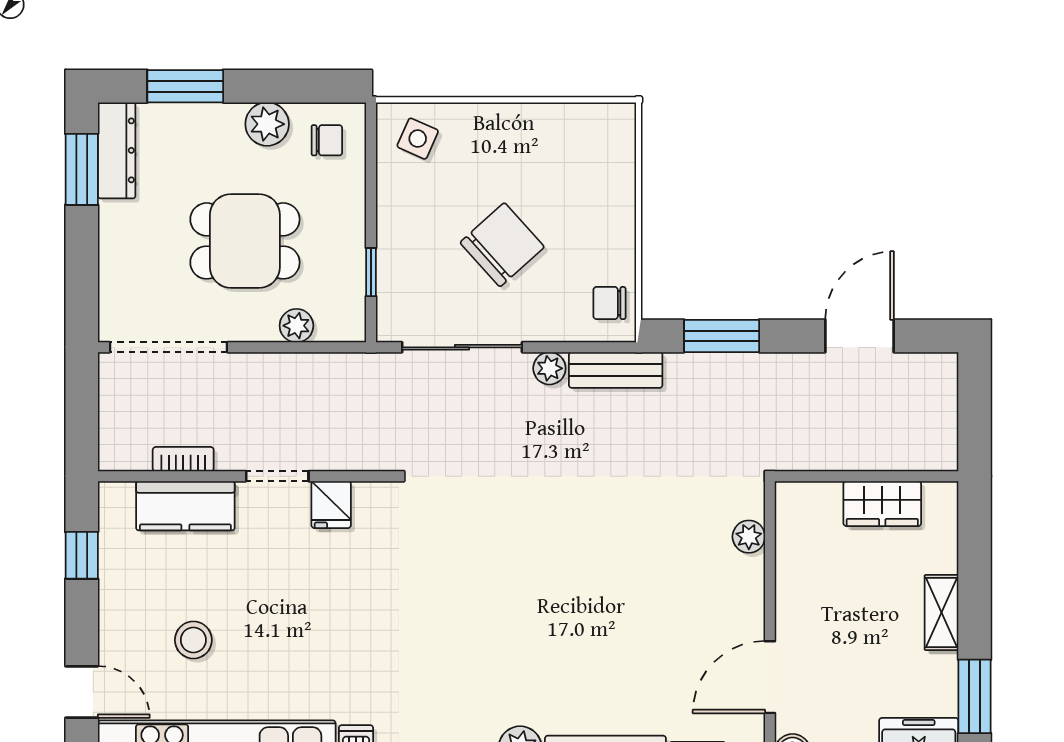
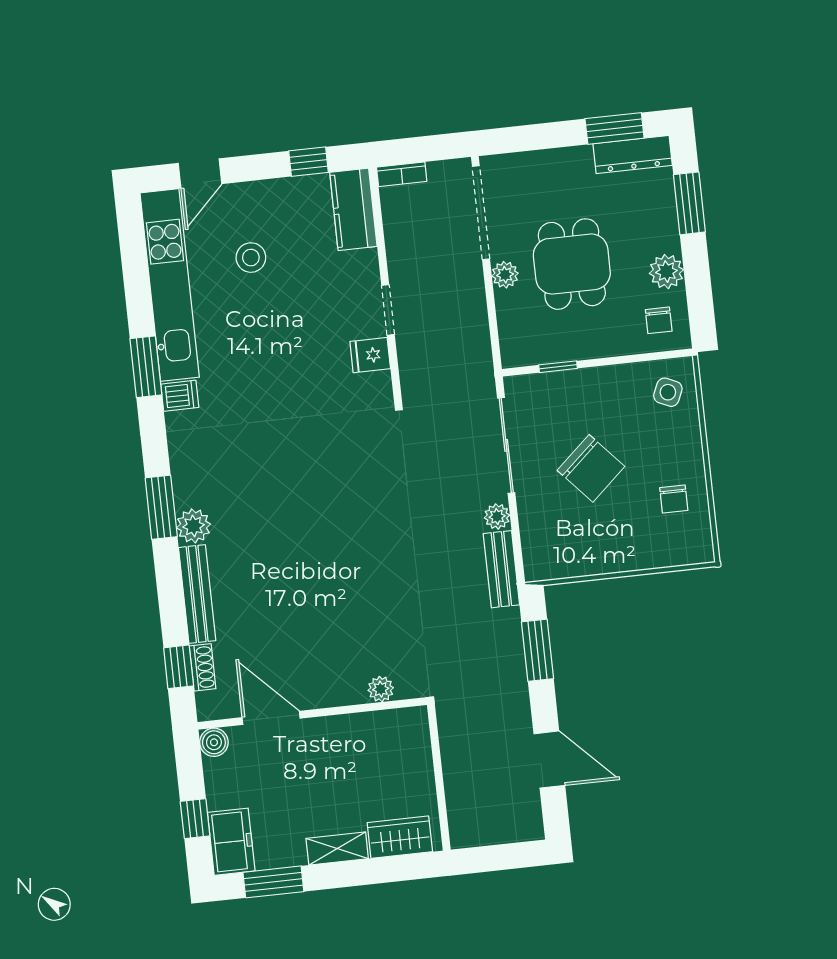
chair: (609, 303) -> (674, 499), moved, turned 180
plant: (296, 326) -> (505, 275), moved
bookcase: (183, 459) -> (402, 174), moved, turned 90
wardrobe: (882, 504) -> (400, 837), moved, turned 90
kitchen counter: (185, 506) -> (353, 209), moved

